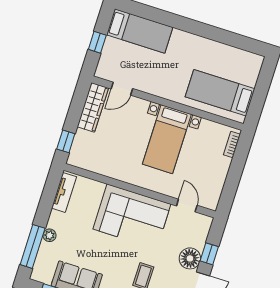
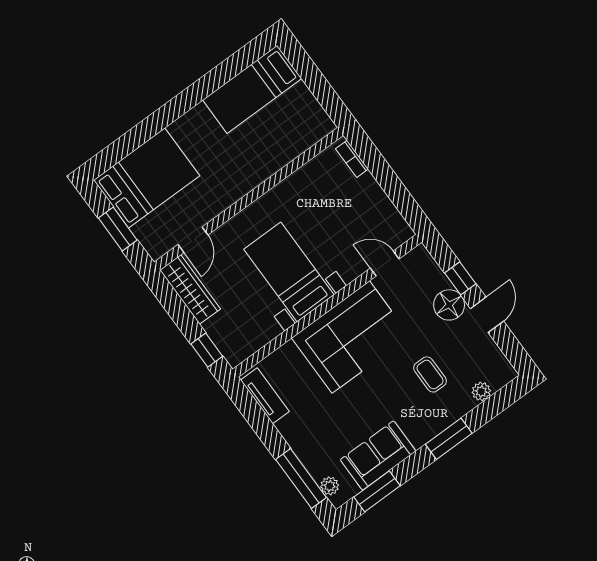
bed: (140, 31) -> (147, 178), width x1.50
window: (97, 42) -> (118, 229), width x1.50
bed: (220, 93) -> (252, 89), moved
bed with nightstands: (167, 139) -> (289, 272), moved, turned 180
plant: (50, 235) -> (330, 486), moved

